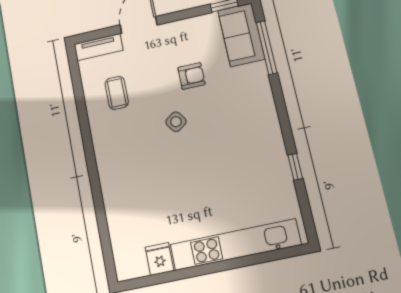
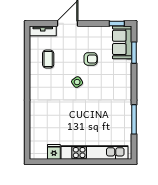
window: (267, 48) -> (134, 53), width x0.69
window: (295, 167) -> (134, 119), width x2.17

